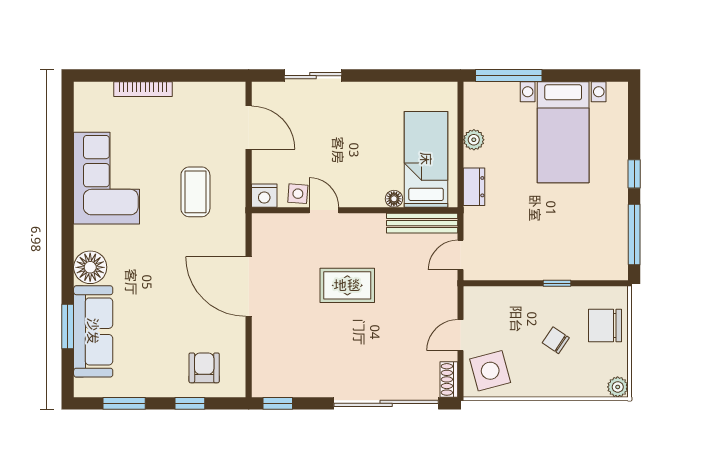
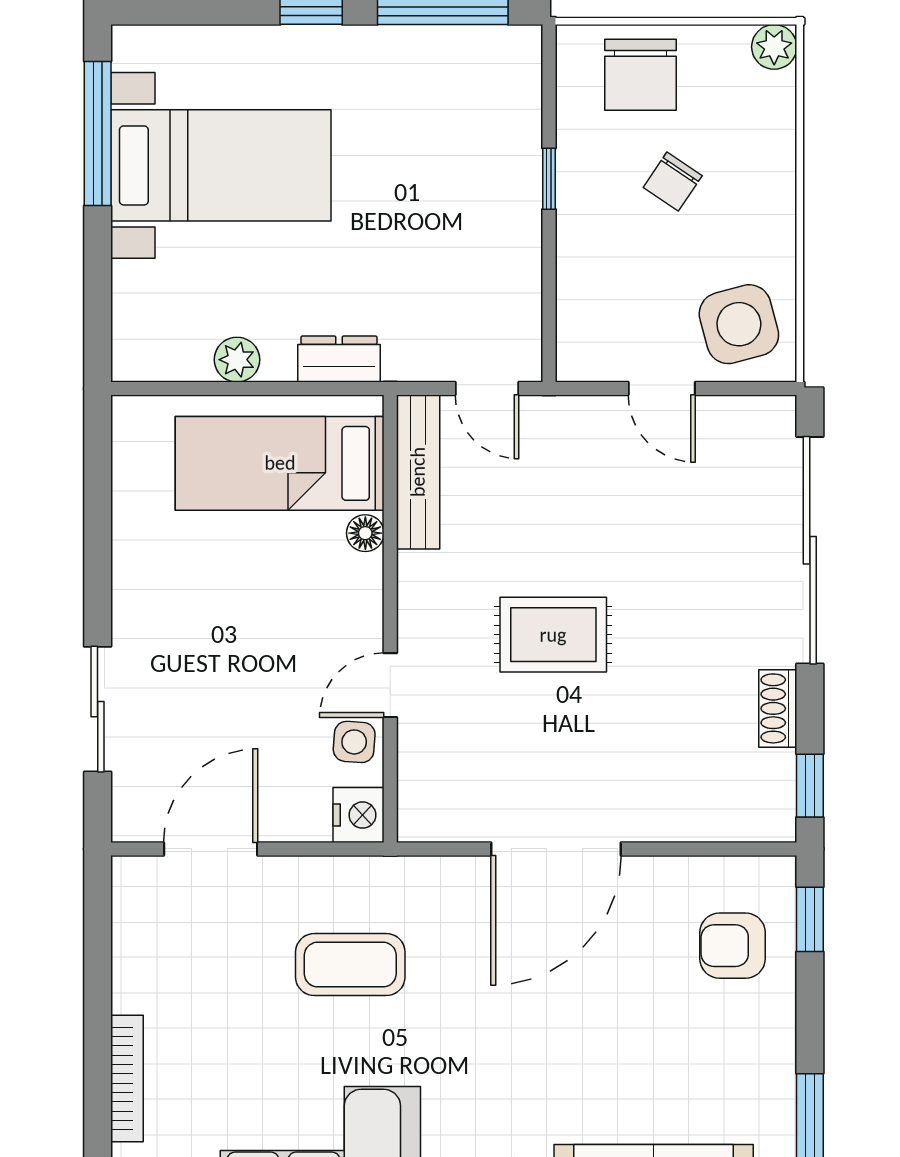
window: (509, 76) -> (98, 134), moved
rug: (347, 285) -> (553, 635), turned 90
shoe rack: (449, 379) -> (778, 708), moved, turned 90
window: (190, 403) -> (810, 919), moved

